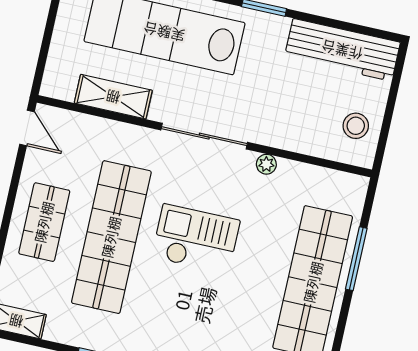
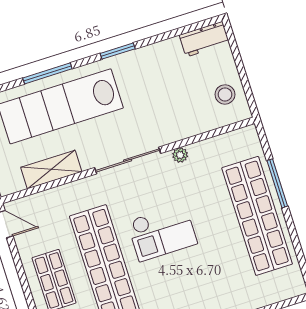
workbench: (342, 50) -> (204, 39), width x0.53, depth x0.76
checkout: (196, 239) -> (162, 233), turned 180

